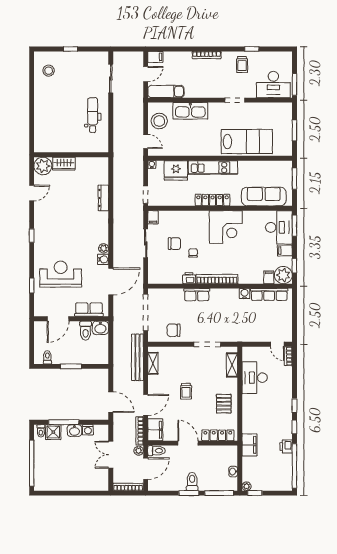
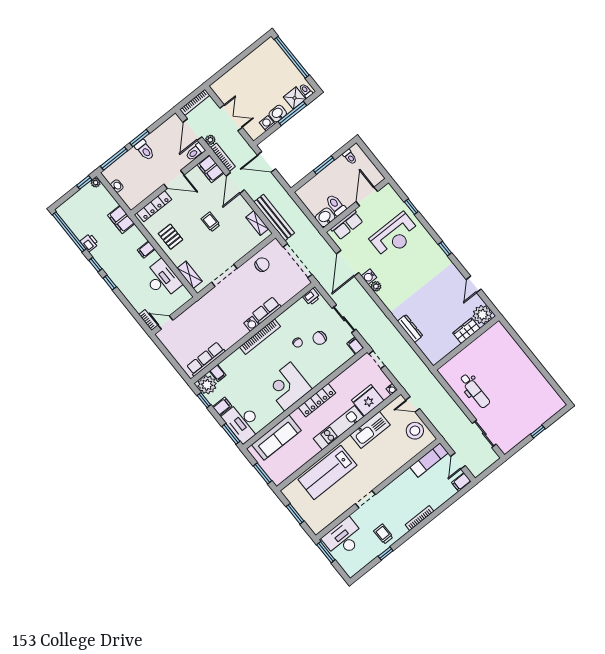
stool: (49, 71) -> (542, 399), removed
kitchen sink: (190, 111) -> (370, 430), moved, turned 180
printer: (189, 278) -> (311, 297), moved
water cooler: (245, 294) -> (251, 324), moved
filing cabinet: (249, 408) -> (146, 250), added

